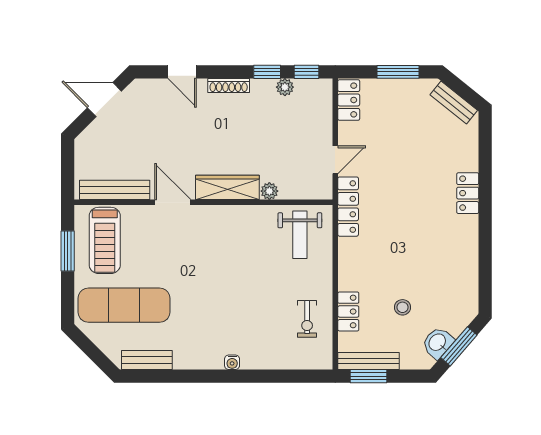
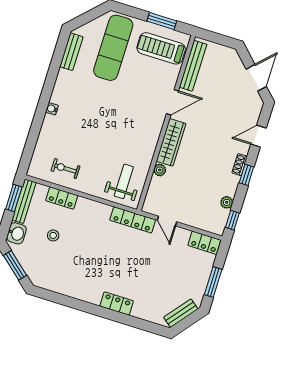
window: (267, 72) -> (246, 175), moved
shoe rack: (229, 85) -> (240, 165), width x0.70
weight bench: (300, 235) -> (124, 181), turned 90
washbasin: (438, 343) -> (16, 233), moved, turned 49

